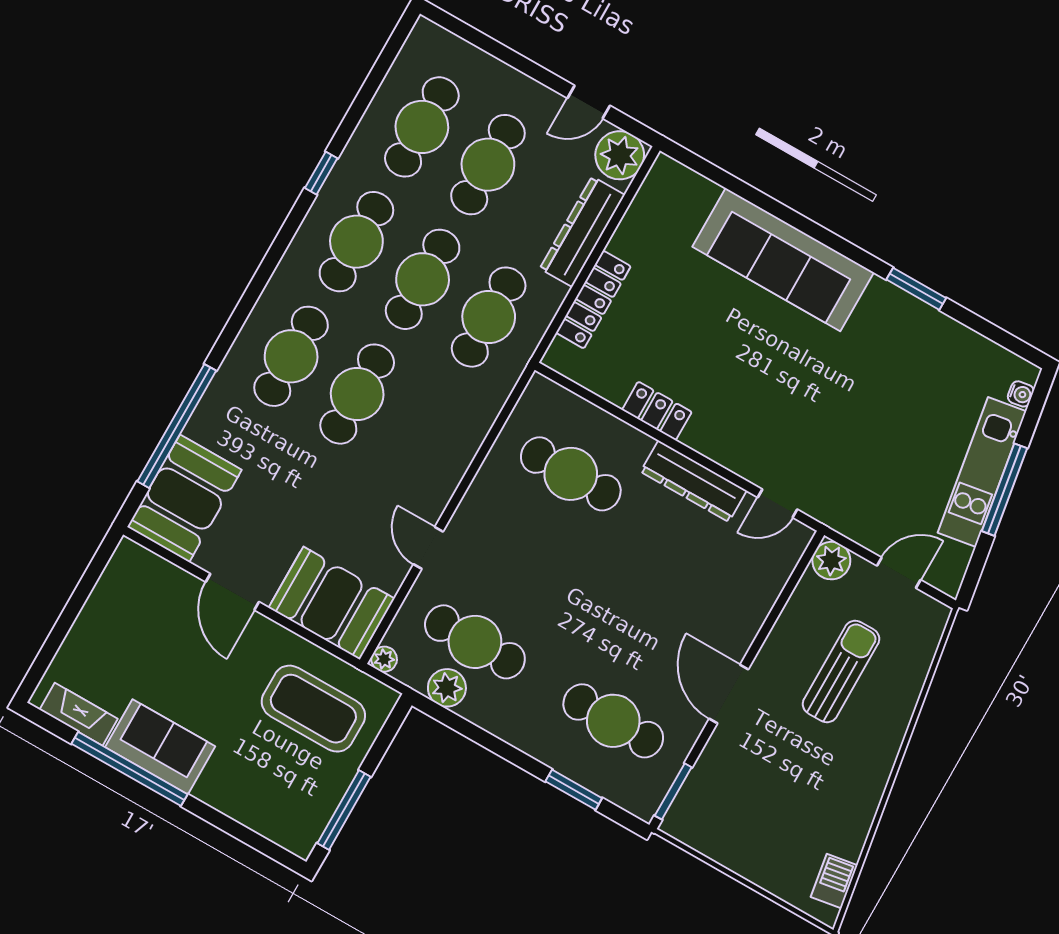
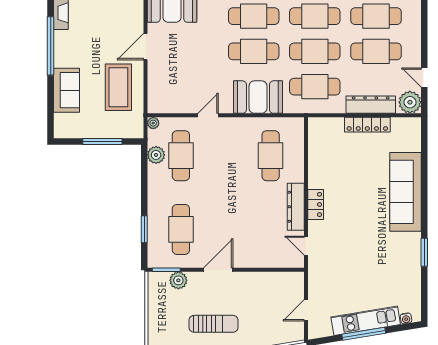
locker: (593, 300) -> (367, 125), moved
locker: (657, 411) -> (316, 204), moved
plant: (831, 561) -> (178, 280), moved
door: (899, 573) -> (306, 310), swing flipped
booth: (332, 603) -> (258, 97), moved, turned 90
sun lounger: (841, 672) -> (214, 324), moved
coffee table: (313, 709) -> (118, 87), moved
sofa: (160, 747) -> (67, 90), moved
window: (344, 810) -> (102, 142), moved

